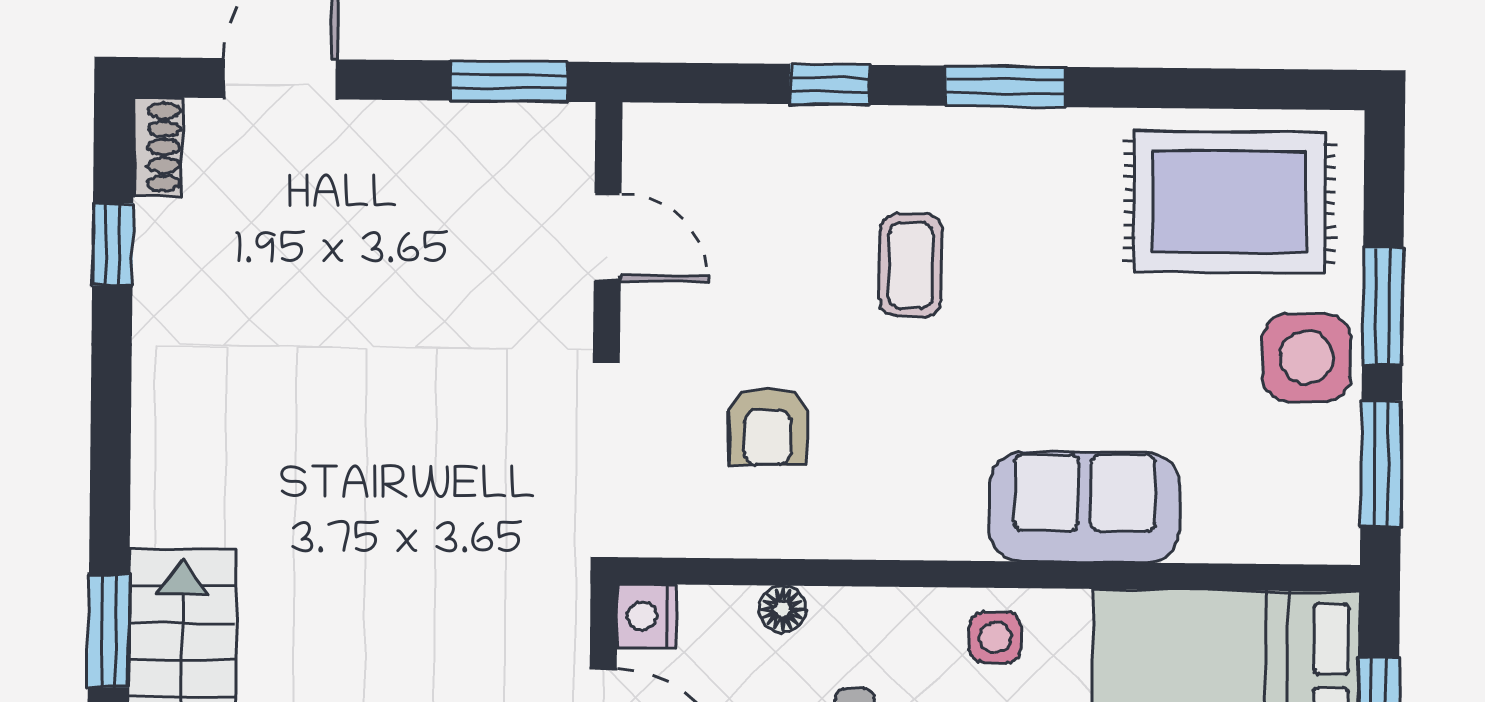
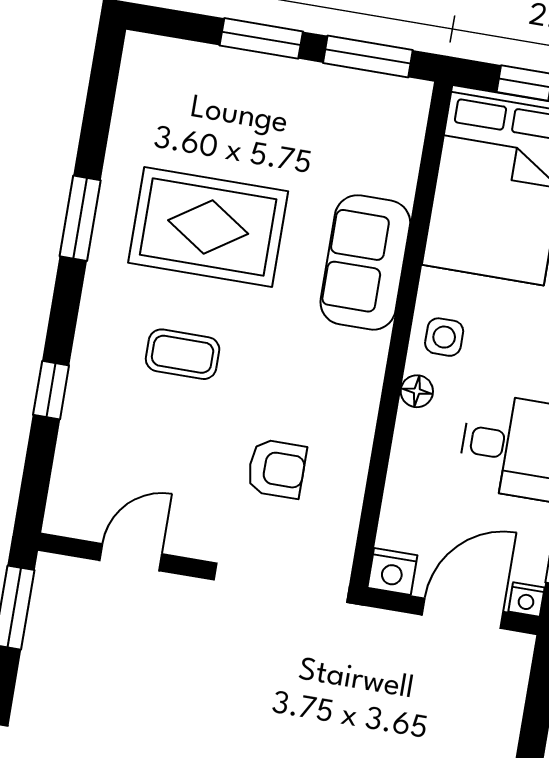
window: (1005, 86) -> (80, 218), moved
rug: (1229, 202) -> (208, 227), moved, turned 90
side table: (1306, 358) -> (288, 96), removed
floor lamp: (782, 609) -> (417, 391), moved

